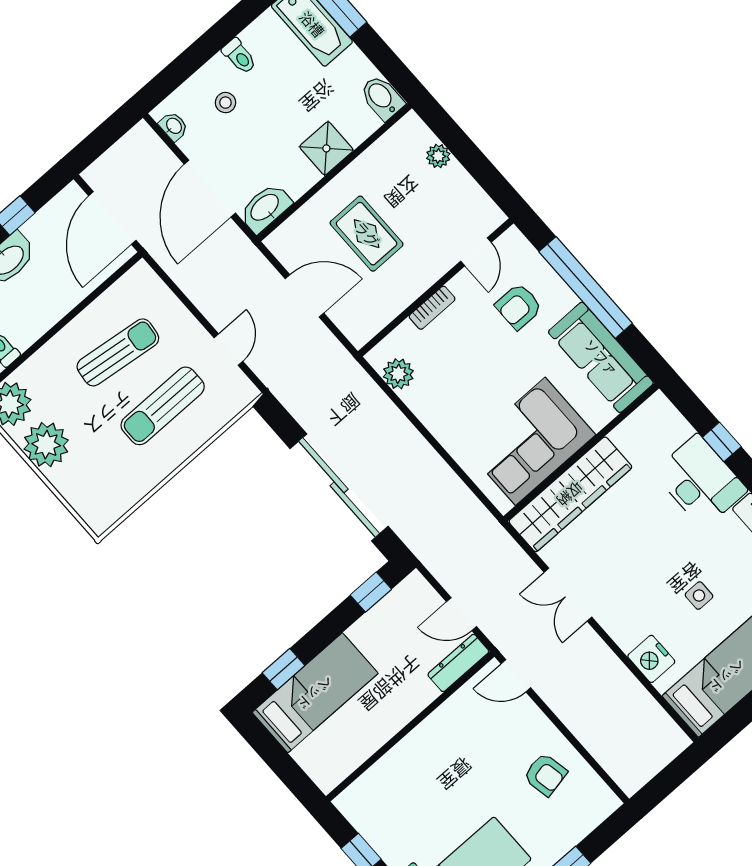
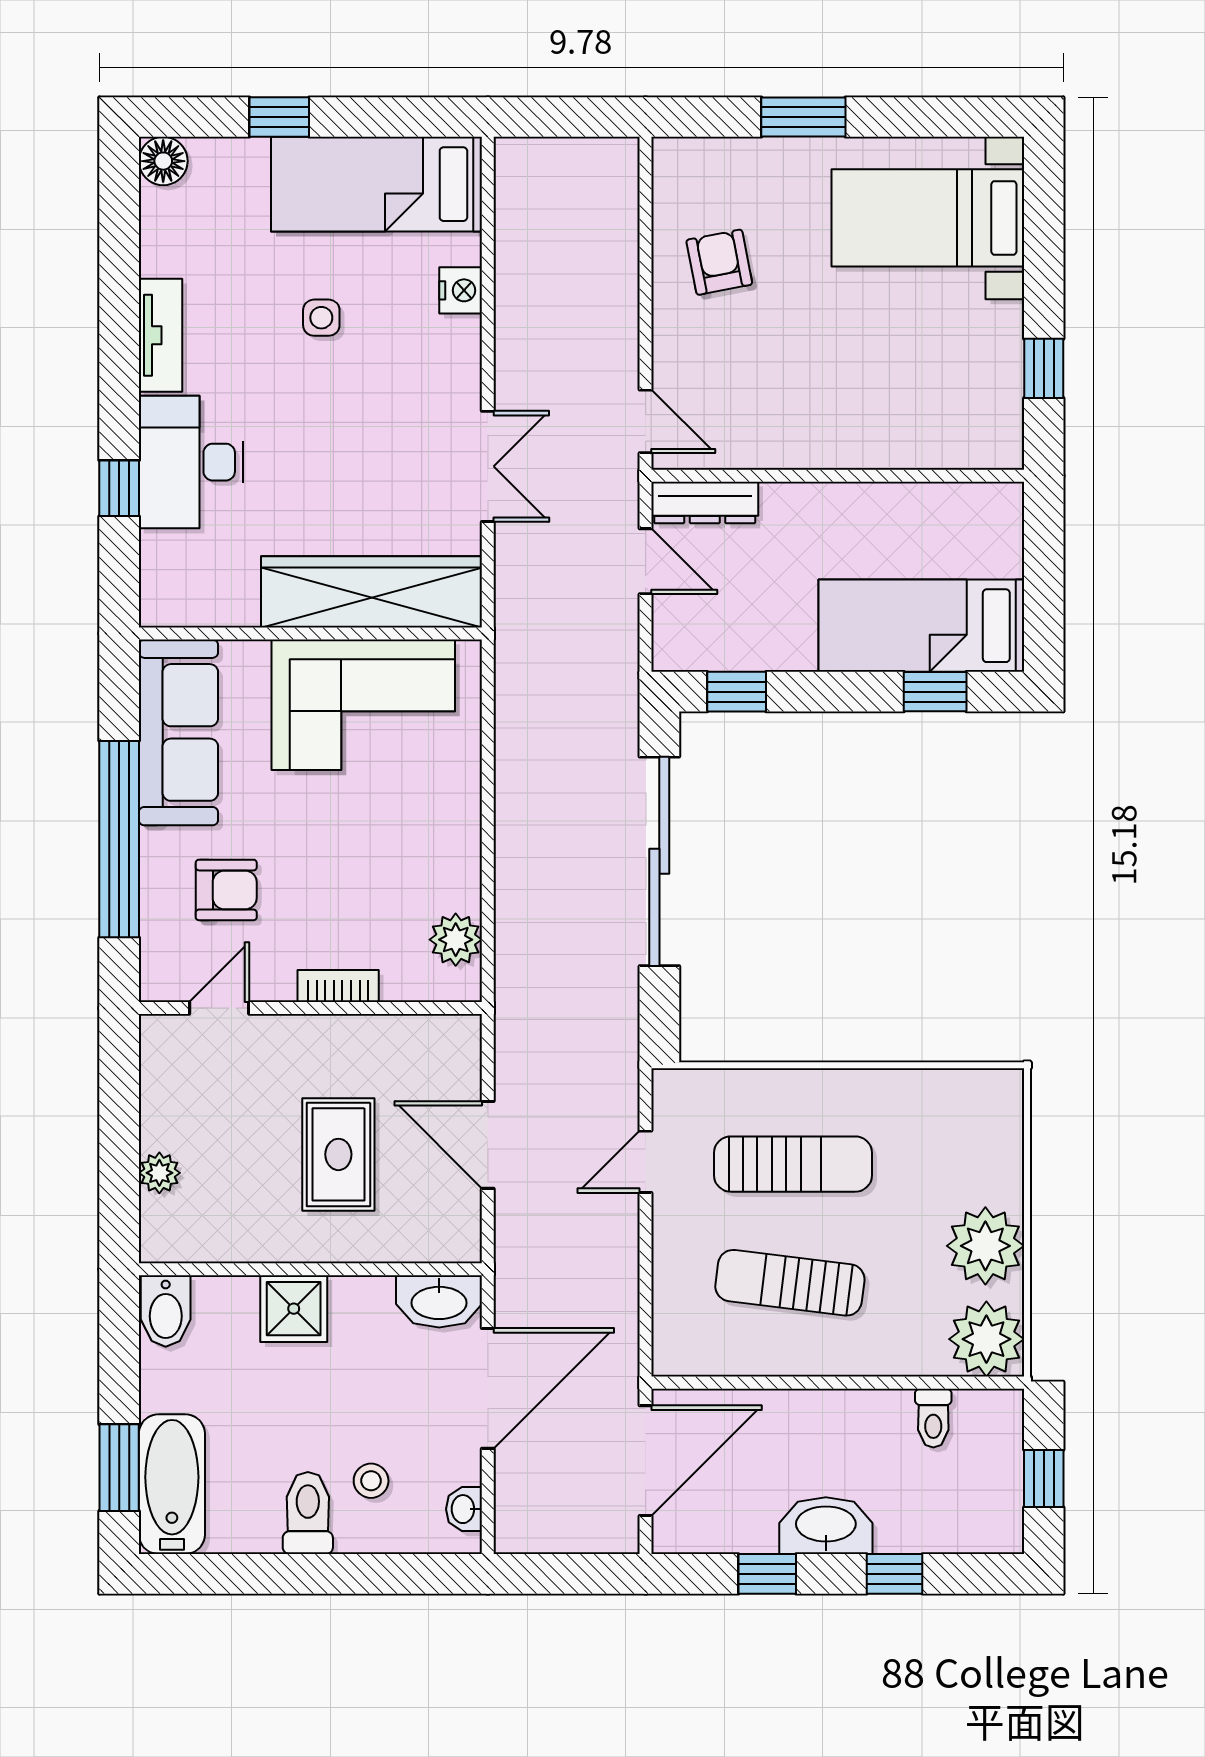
toilet: (239, 56) -> (308, 1513), width x1.37, depth x1.39
nightstand: (651, 659) -> (461, 290), width x0.74, depth x0.75

